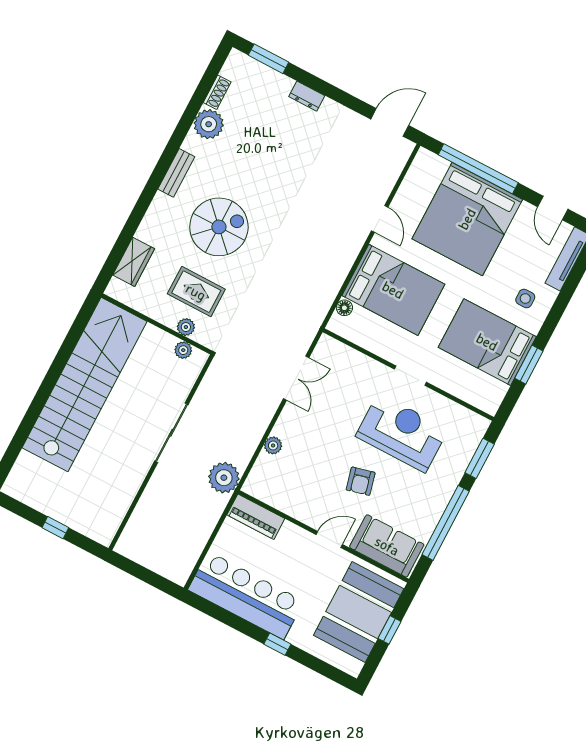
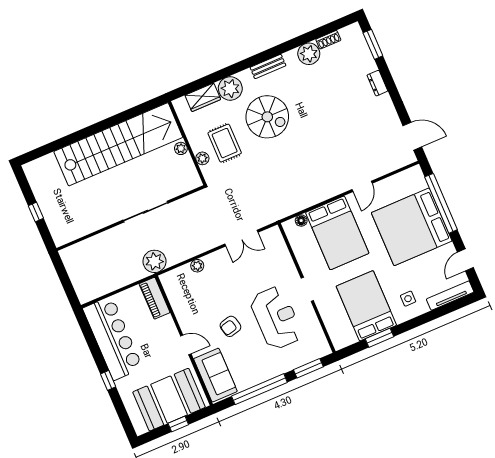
plant: (155, 229) -> (230, 88), added
plant: (183, 350) -> (181, 148), moved

